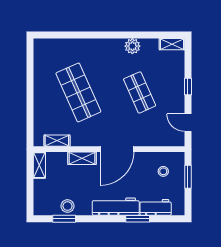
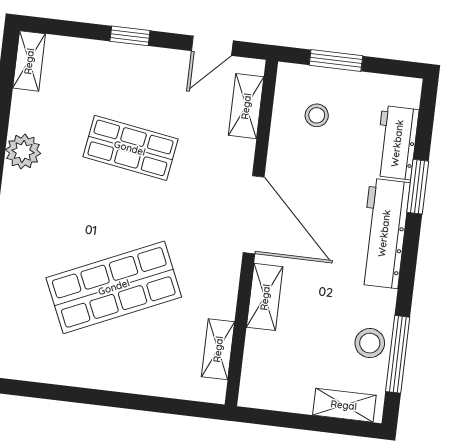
shop shelf: (140, 92) -> (130, 148), turned 33
shelving: (164, 140) -> (246, 106), added
shelving: (39, 165) -> (344, 405), moved
window: (64, 219) -> (398, 354), width x1.44

